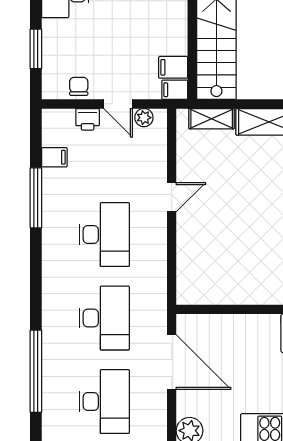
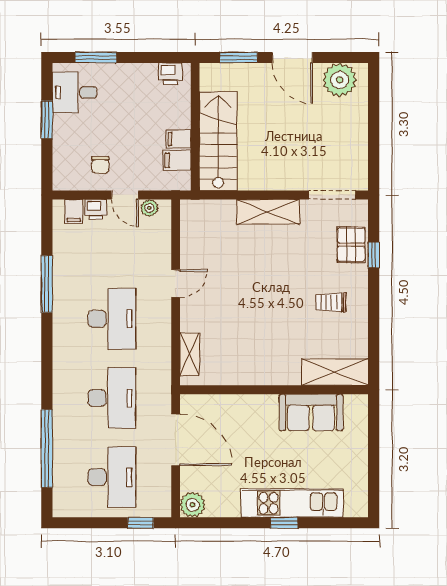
window: (36, 49) -> (47, 120), moved
chair: (79, 86) -> (100, 165), moved, turned 180
filing cabinet: (175, 90) -> (179, 139), moved
shelving: (212, 119) -> (190, 354), moved, turned 90
filing cabinet: (54, 157) -> (74, 211), moved, turned 90

